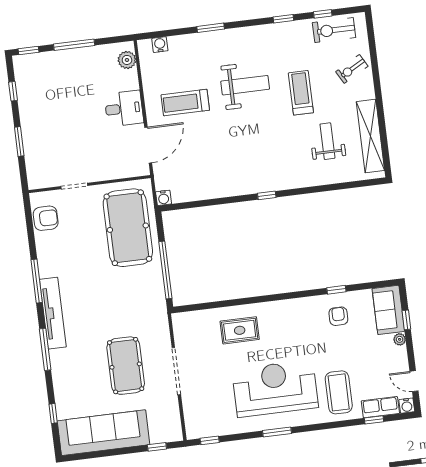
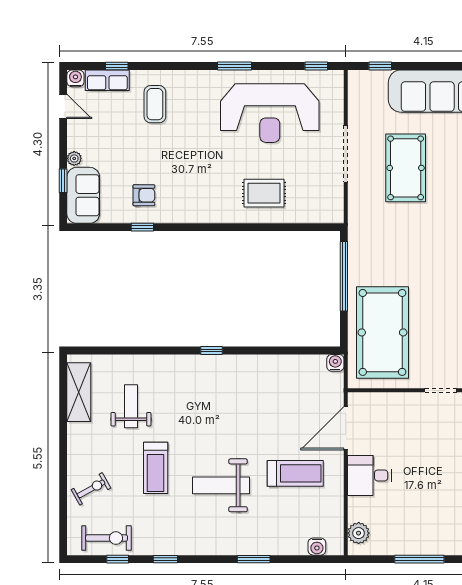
shelving: (370, 136) -> (79, 392), width x0.68
weight bench: (327, 141) -> (131, 406), turned 180
armchair: (338, 316) -> (144, 195), turned -90
reception desk: (275, 388) -> (270, 113), moved
coffee table: (339, 392) -> (155, 104), width x0.73, depth x0.76

